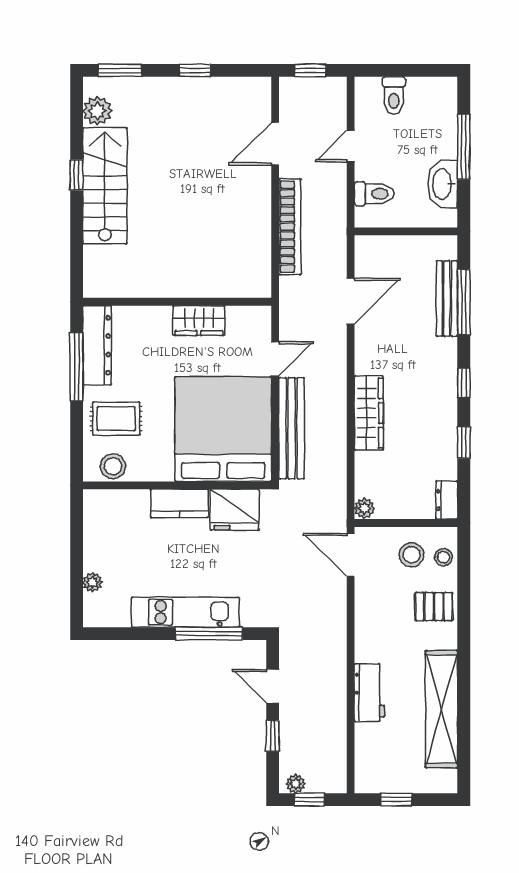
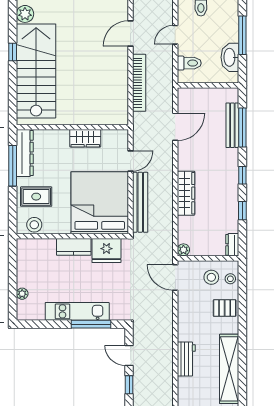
stairs: (105, 186) -> (36, 71), width x1.36, depth x1.51

